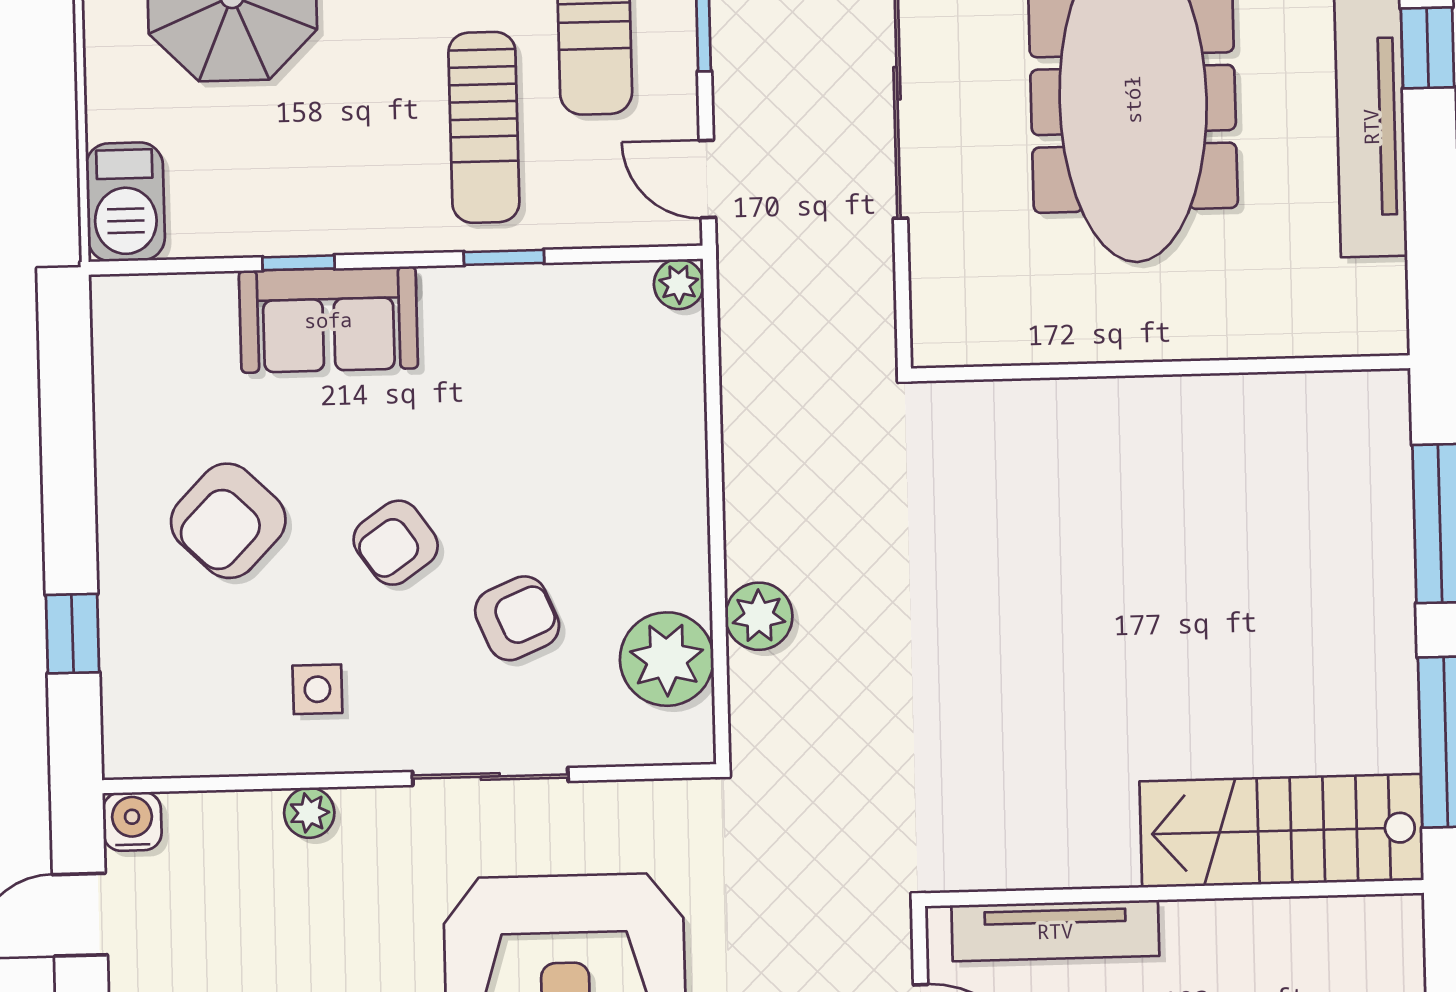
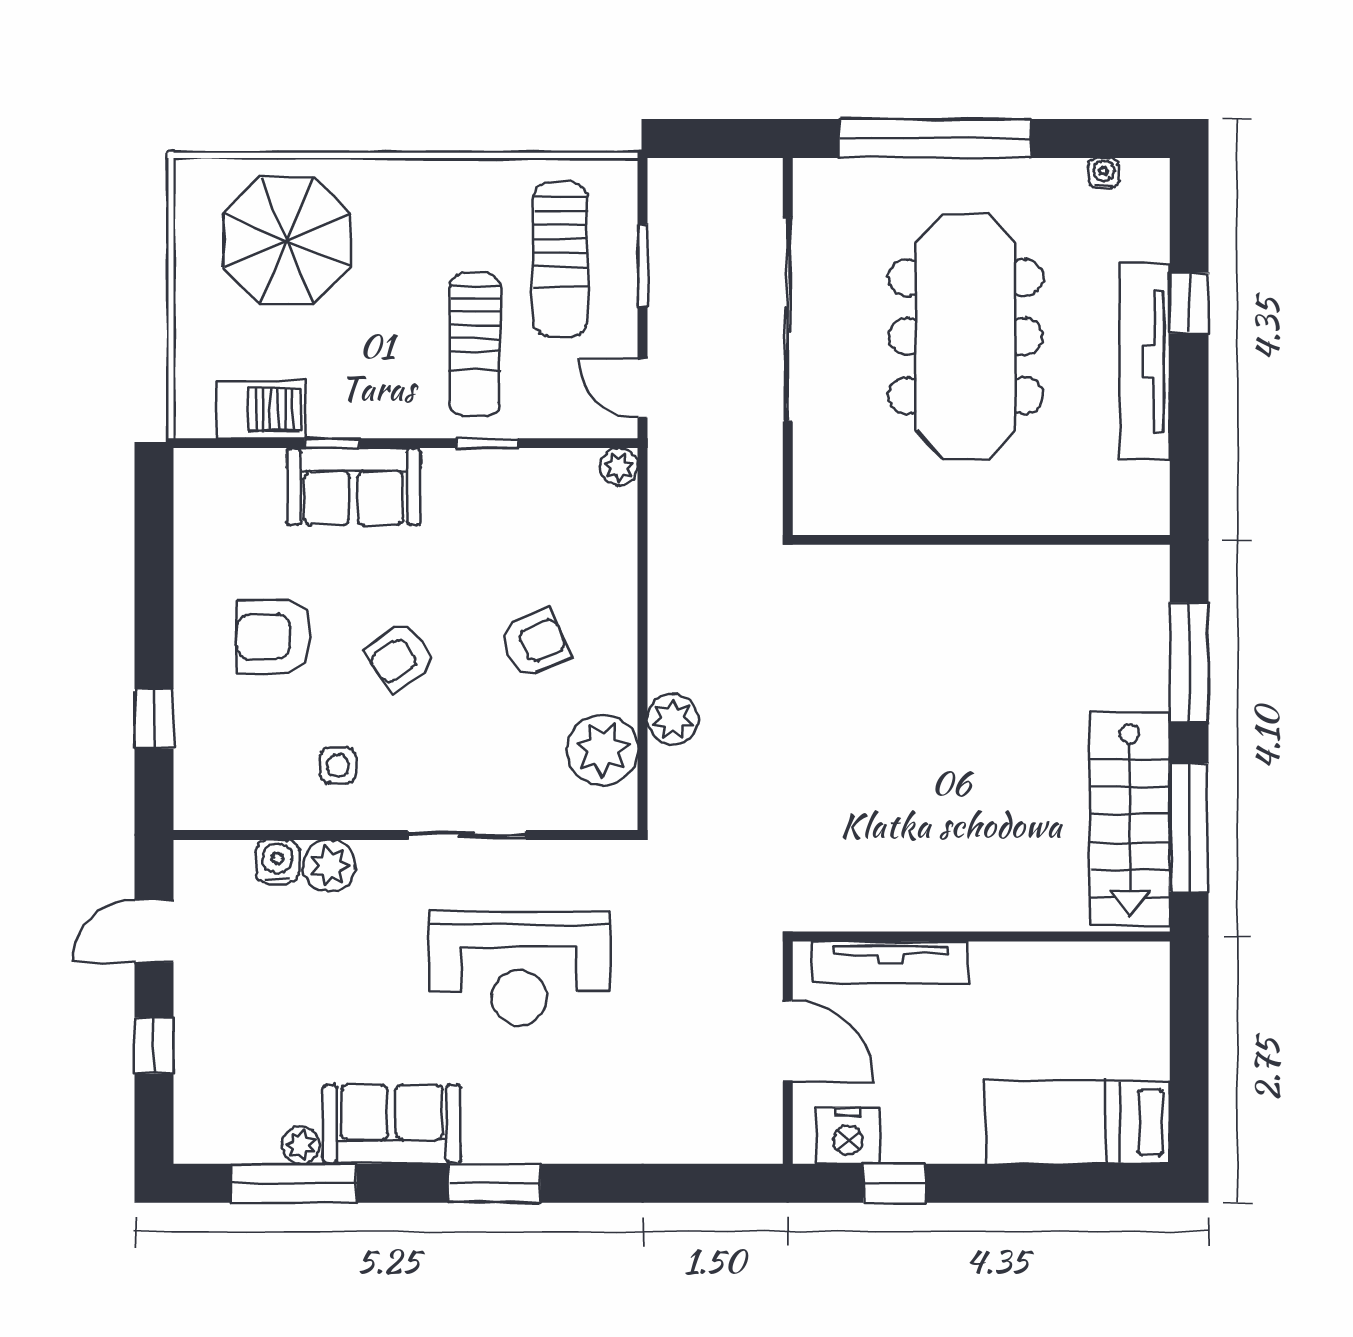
barbecue: (125, 202) -> (261, 409), moved, turned -90
armchair: (228, 521) -> (274, 637), turned 46
armchair: (517, 618) -> (535, 643), moved
plant: (309, 813) -> (329, 866), width x1.38, depth x1.38
water cooler: (132, 821) -> (277, 862), moved
stairs: (1282, 831) -> (1130, 819), moved, turned -90

